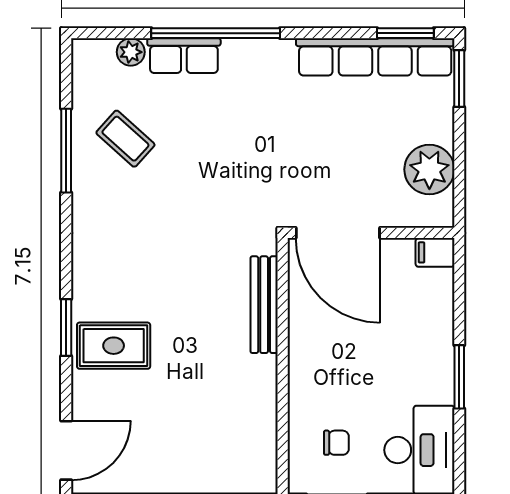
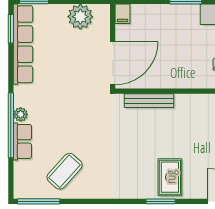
plant: (131, 52) -> (21, 114), moved
coffee table: (125, 139) -> (65, 171), width x1.36, depth x1.30
window: (66, 151) -> (39, 201), moved

